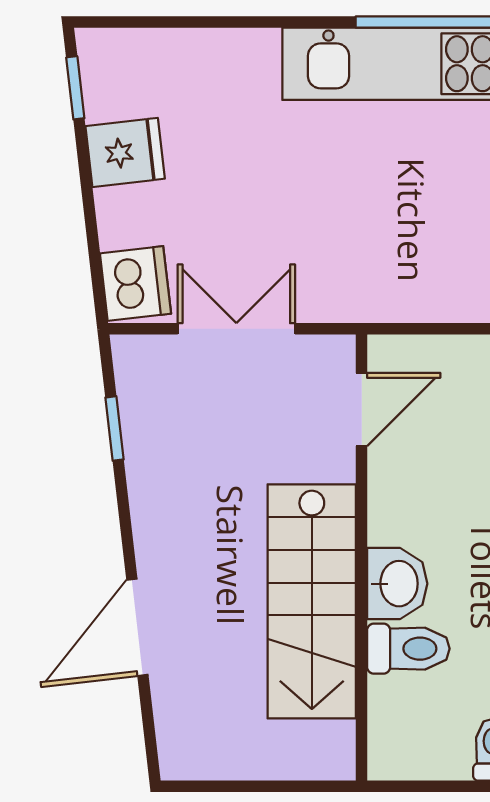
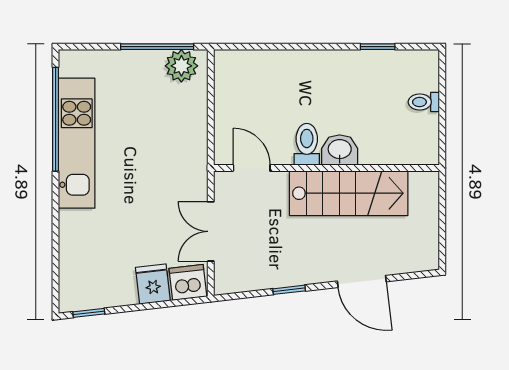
fridge: (125, 152) -> (153, 284), moved
window: (114, 428) -> (289, 290), moved
toilet: (408, 649) -> (307, 144), moved

